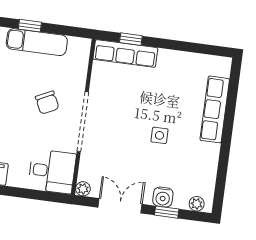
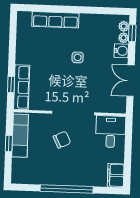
window: (30, 26) -> (9, 143), moved
exam couch: (37, 42) -> (20, 136), moved
plant: (83, 189) -> (124, 38), moved
window: (167, 212) -> (132, 33), moved

